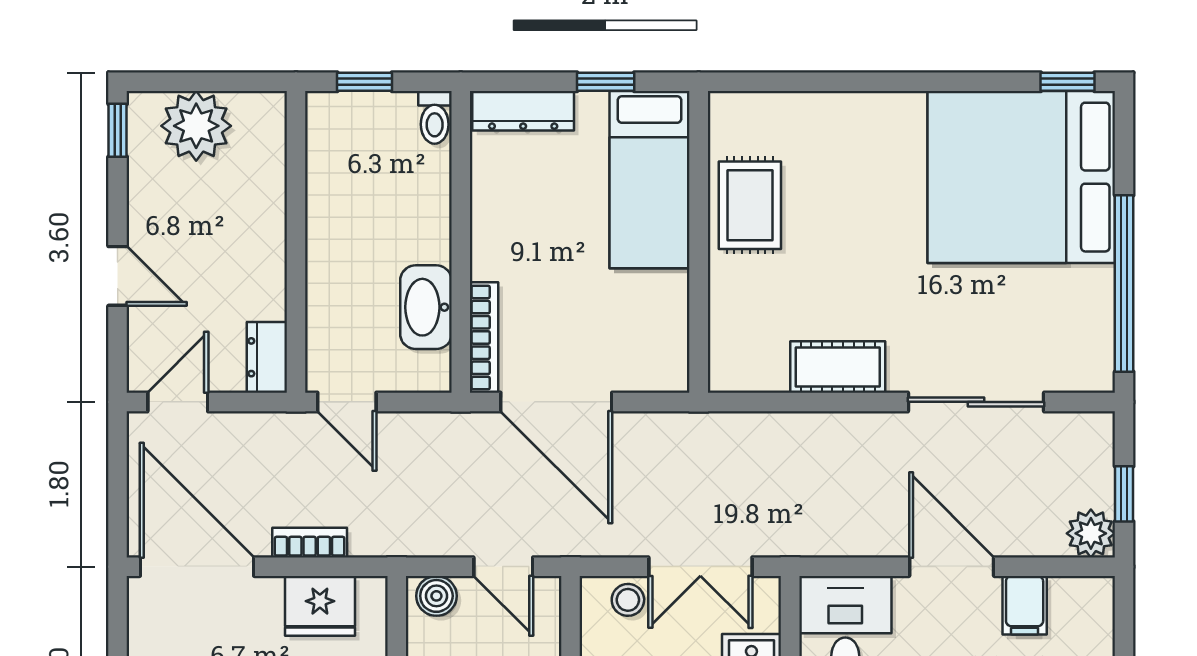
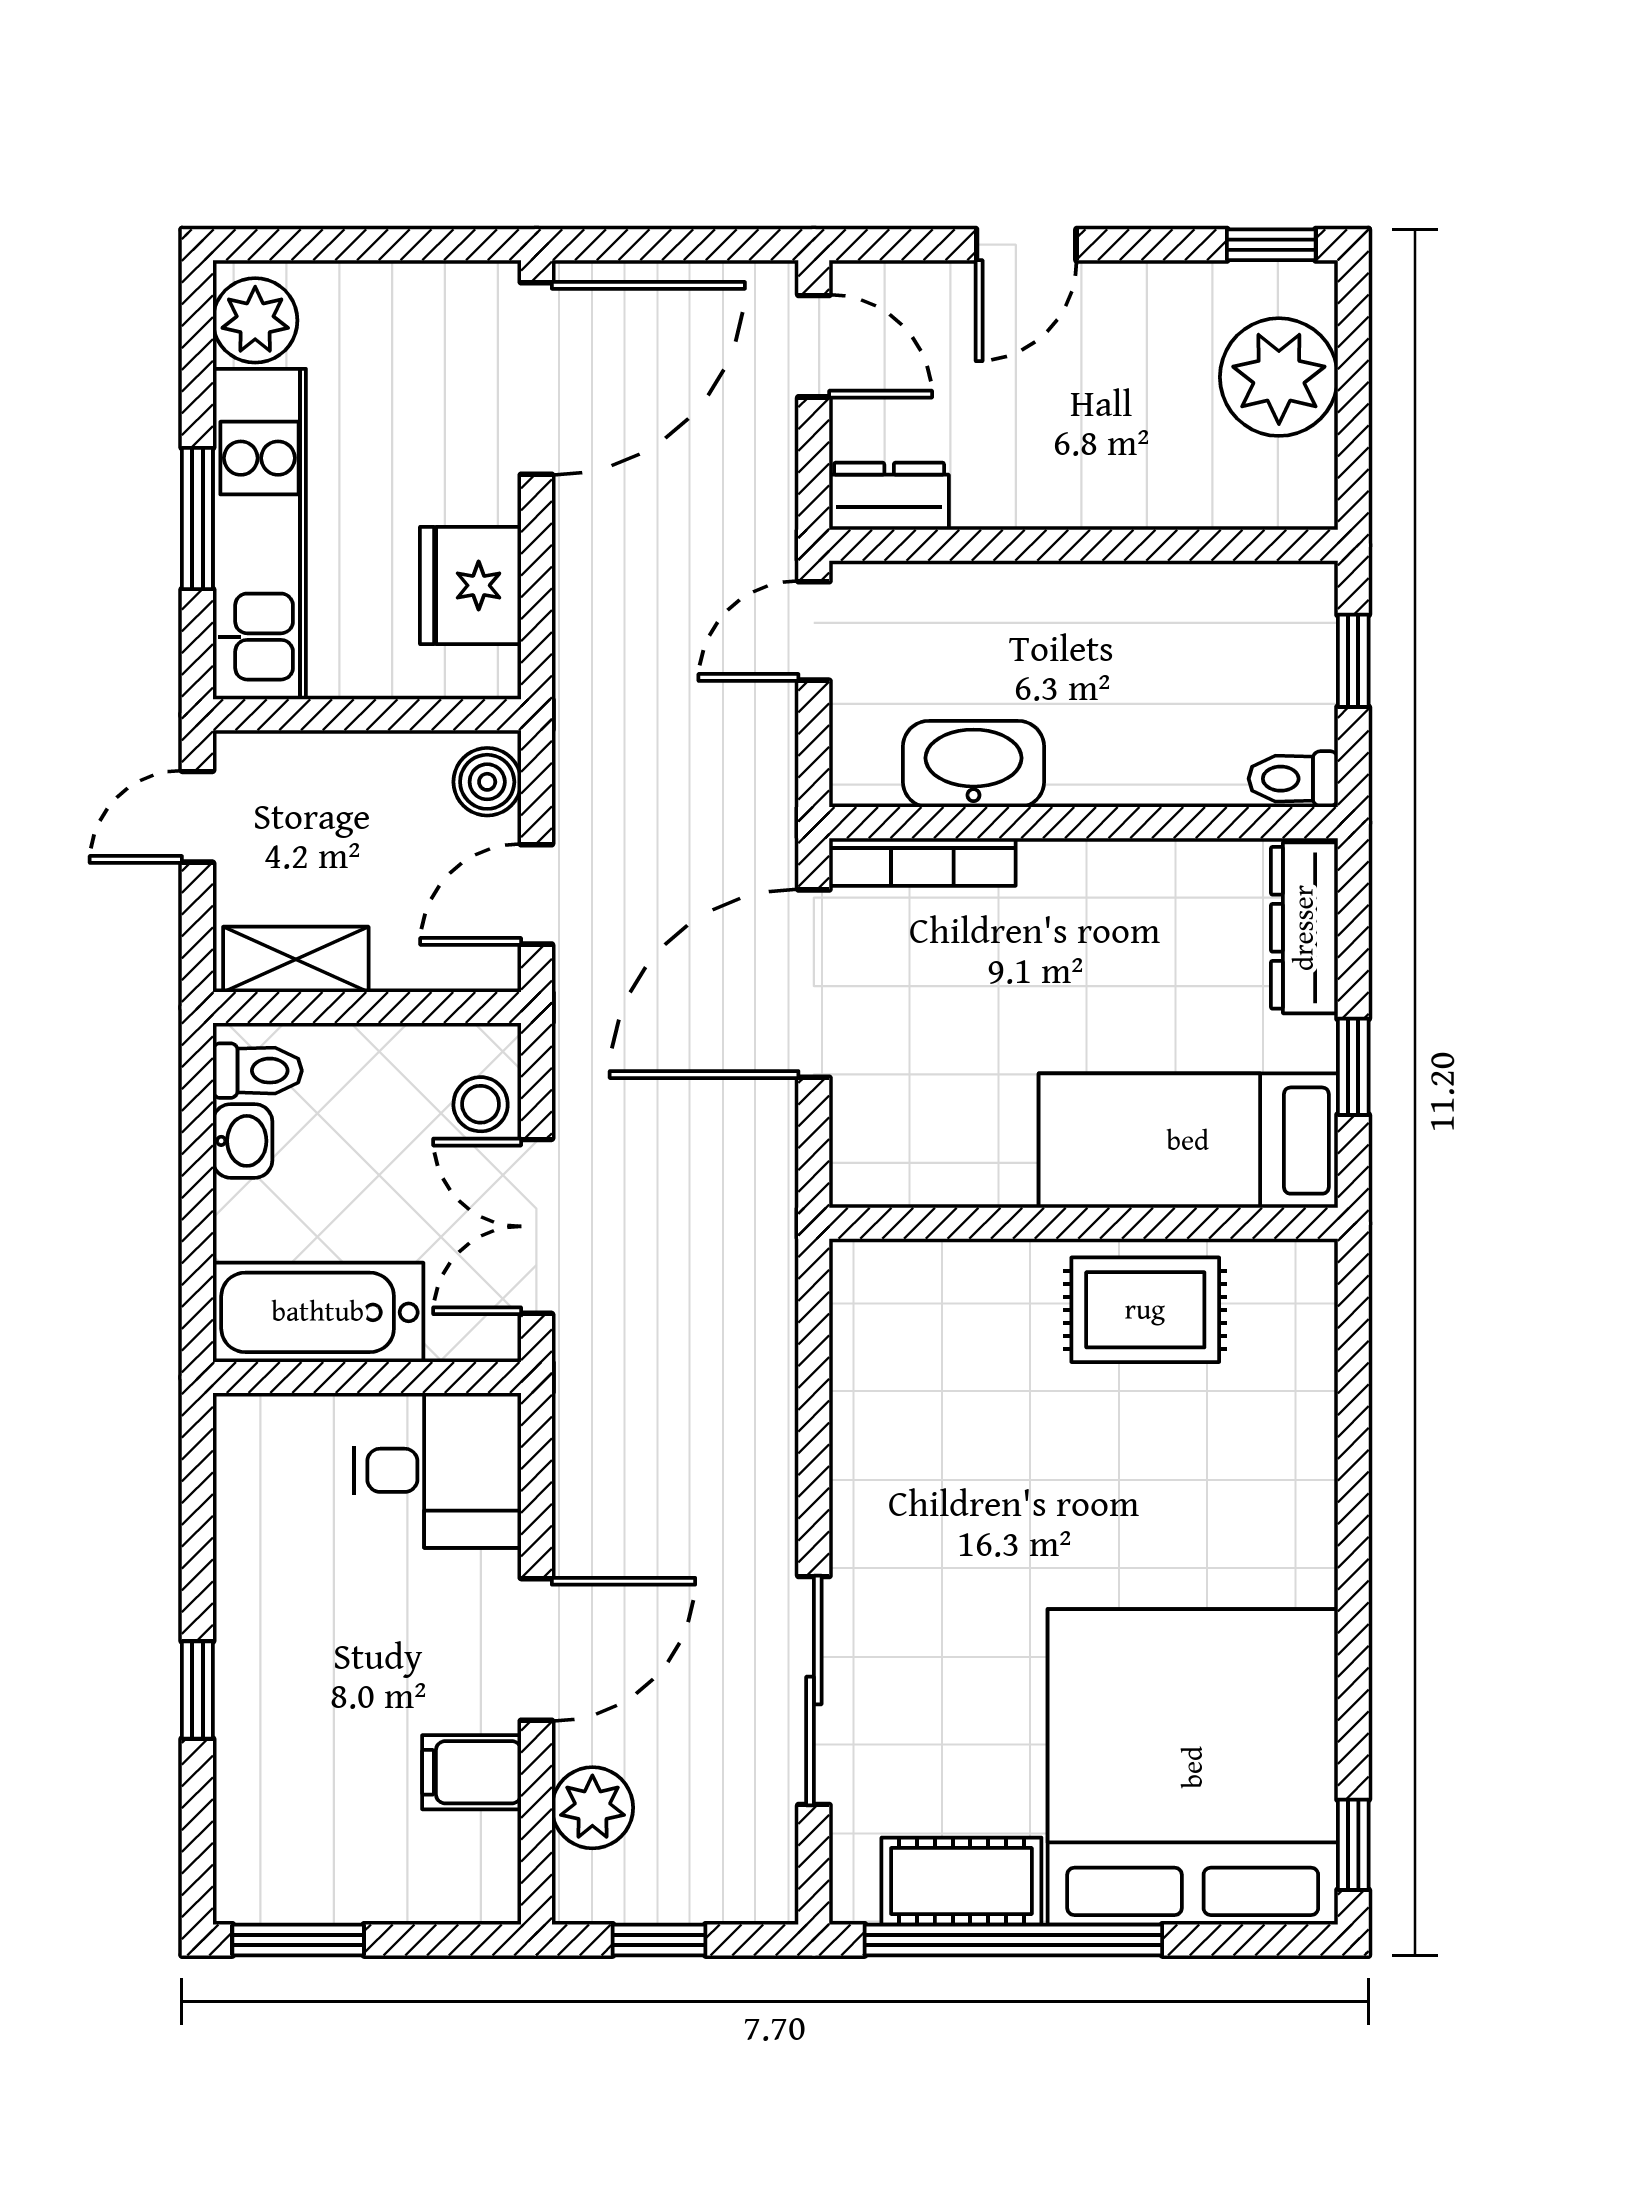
cot: (838, 367) -> (961, 1881), moved, turned 90
plant: (1091, 533) -> (592, 1808), moved
bookcase: (310, 543) -> (577, 568), removed

